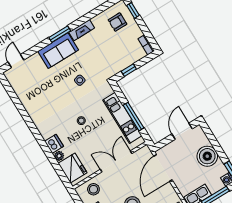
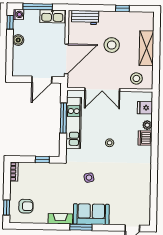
door: (182, 131) -> (42, 80), moved
boiler: (207, 156) -> (18, 40), width x0.54, depth x0.54
fridge: (73, 168) -> (145, 108), width x0.53, depth x0.75

